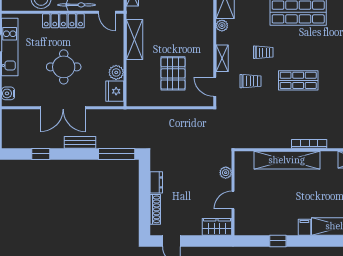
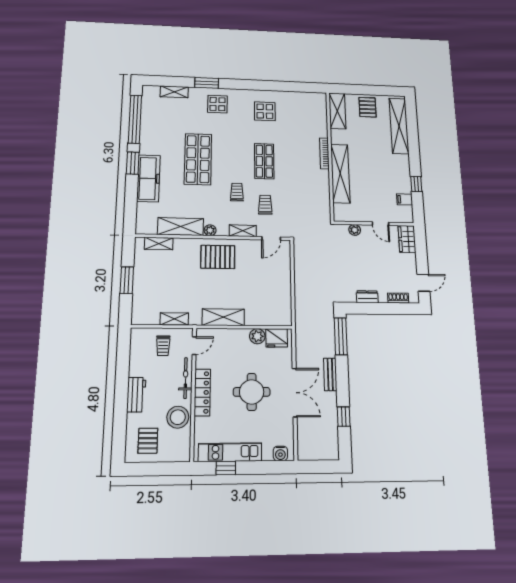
pallet: (173, 73) -> (218, 257), moved
shoe rack: (155, 209) -> (398, 298), width x0.70
filing cabinet: (304, 227) -> (405, 199), moved

